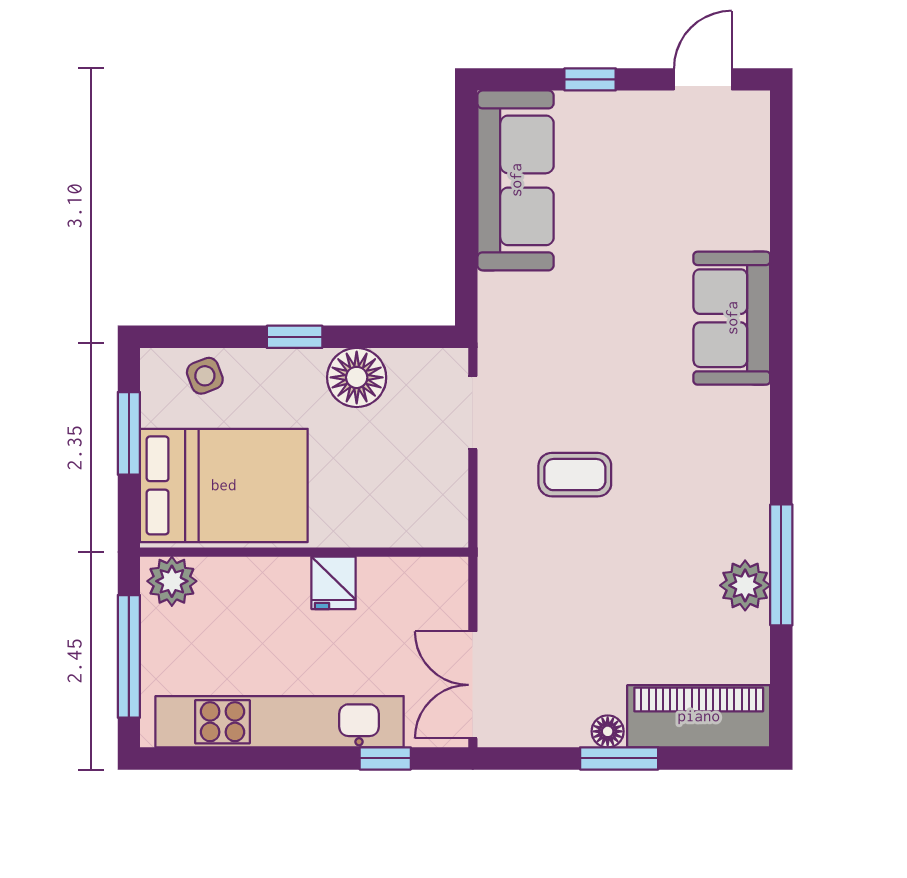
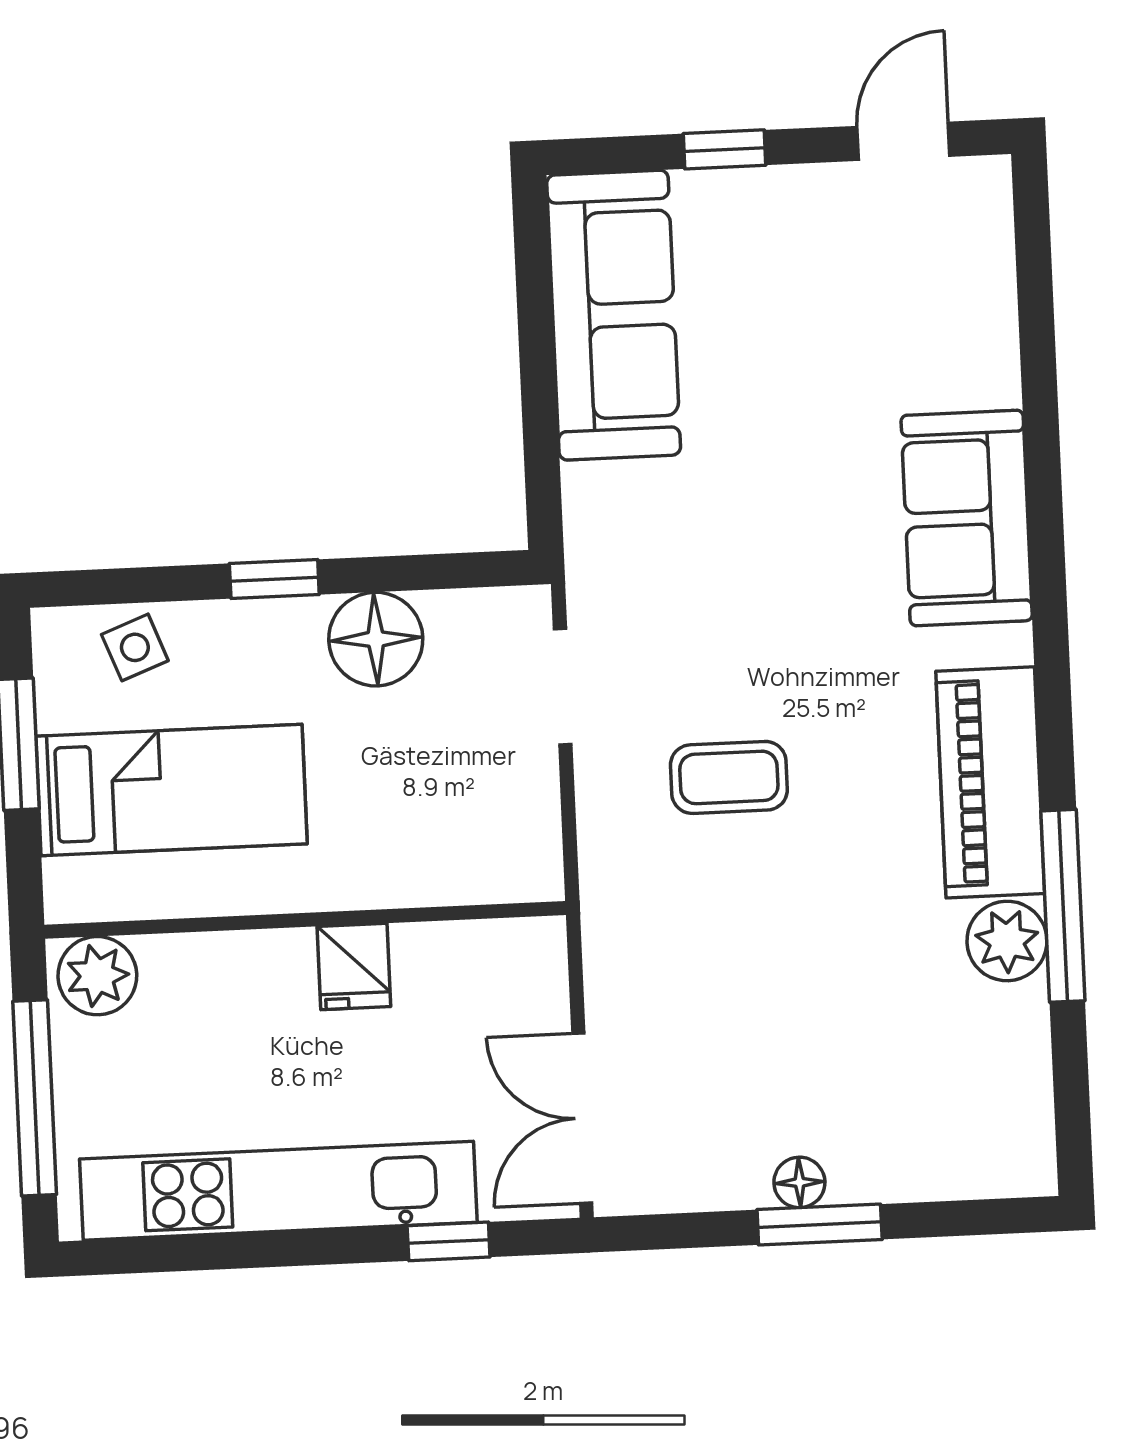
bed: (224, 485) -> (171, 790), width x0.67
piano: (699, 716) -> (990, 782), moved, turned -90

